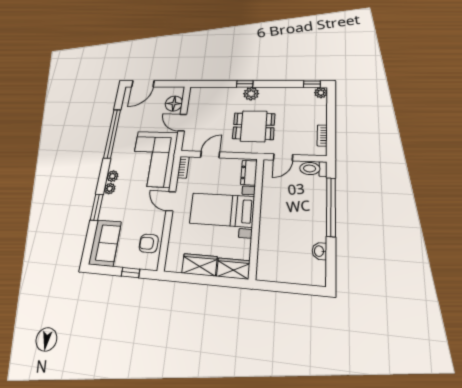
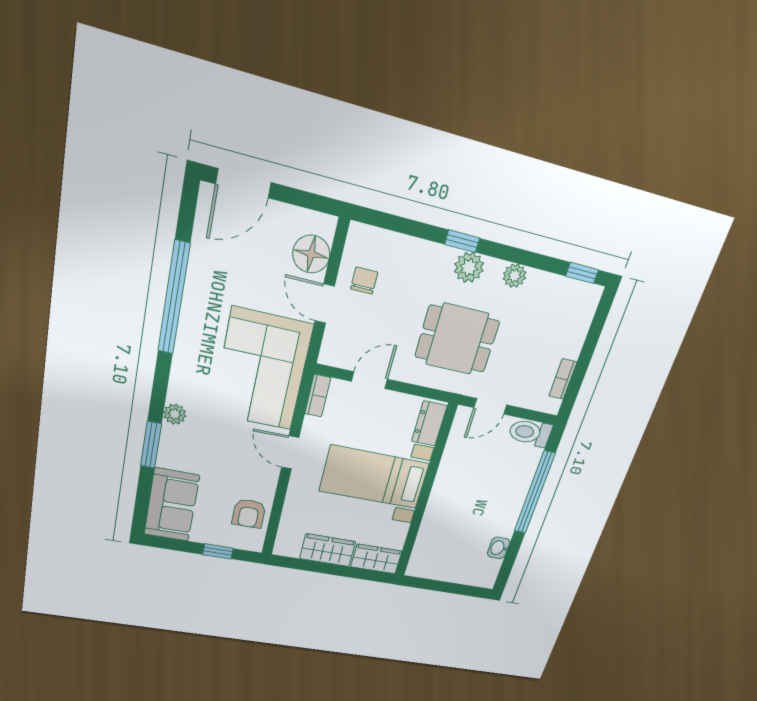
plant: (321, 93) -> (515, 276), moved
chair: (200, 109) -> (364, 281), added
plant: (112, 176) -> (179, 391), removed
armchair: (149, 243) -> (249, 513), turned -90

